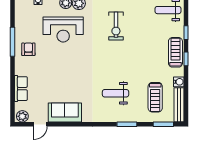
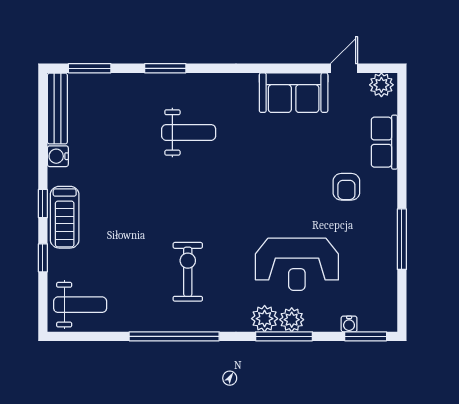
reception desk: (63, 30) -> (297, 264), turned 180
armchair: (28, 49) -> (346, 187), moved
treadmill: (155, 97) -> (107, 124), removed

